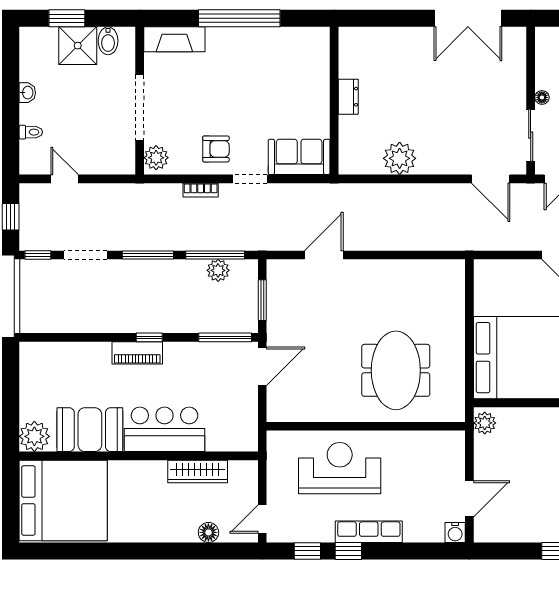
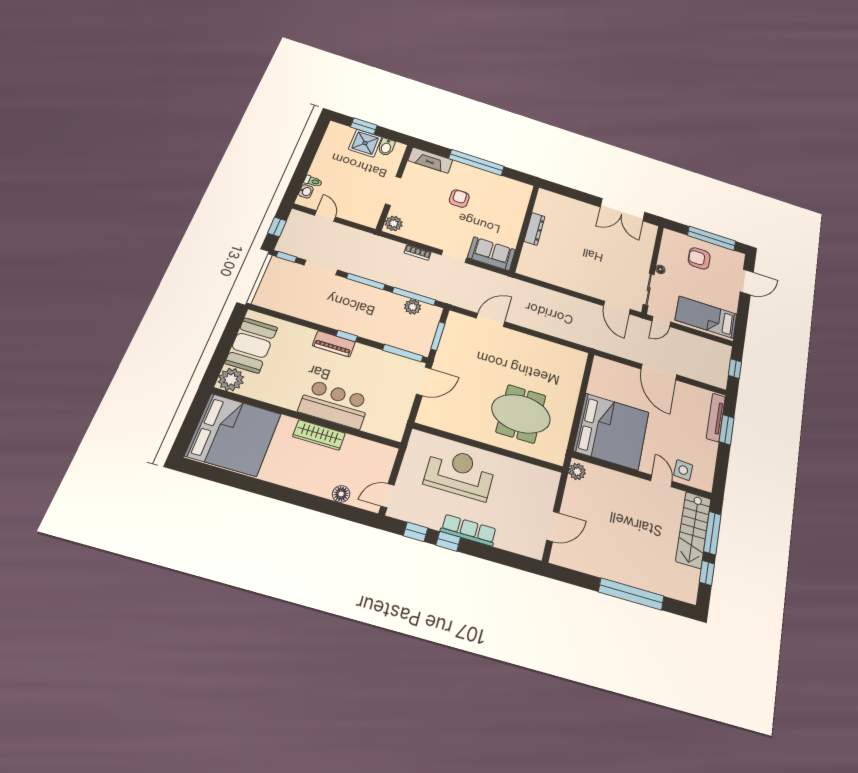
washbasin: (27, 93) -> (306, 191), moved
dresser: (348, 97) -> (535, 229), width x1.44
doorway: (140, 108) -> (393, 191), width x0.73
armchair: (216, 149) -> (459, 199), moved, turned -90
plant: (400, 158) -> (559, 276), removed
meeting table: (396, 370) -> (521, 414), turned 90
booth: (90, 430) -> (251, 345), moved, turned 90
wardrobe: (198, 472) -> (319, 435), moved
water cooler: (455, 532) -> (536, 550), removed

